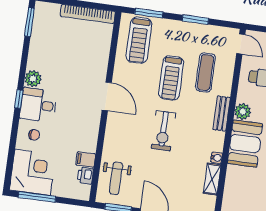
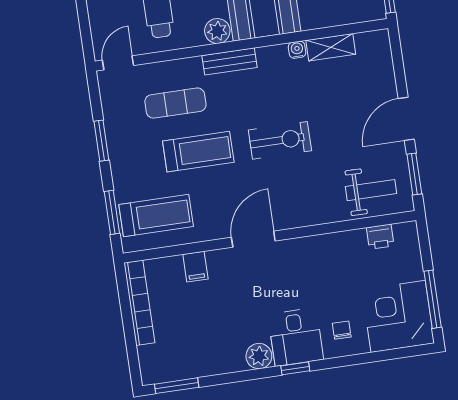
filing cabinet: (86, 159) -> (195, 267), moved

